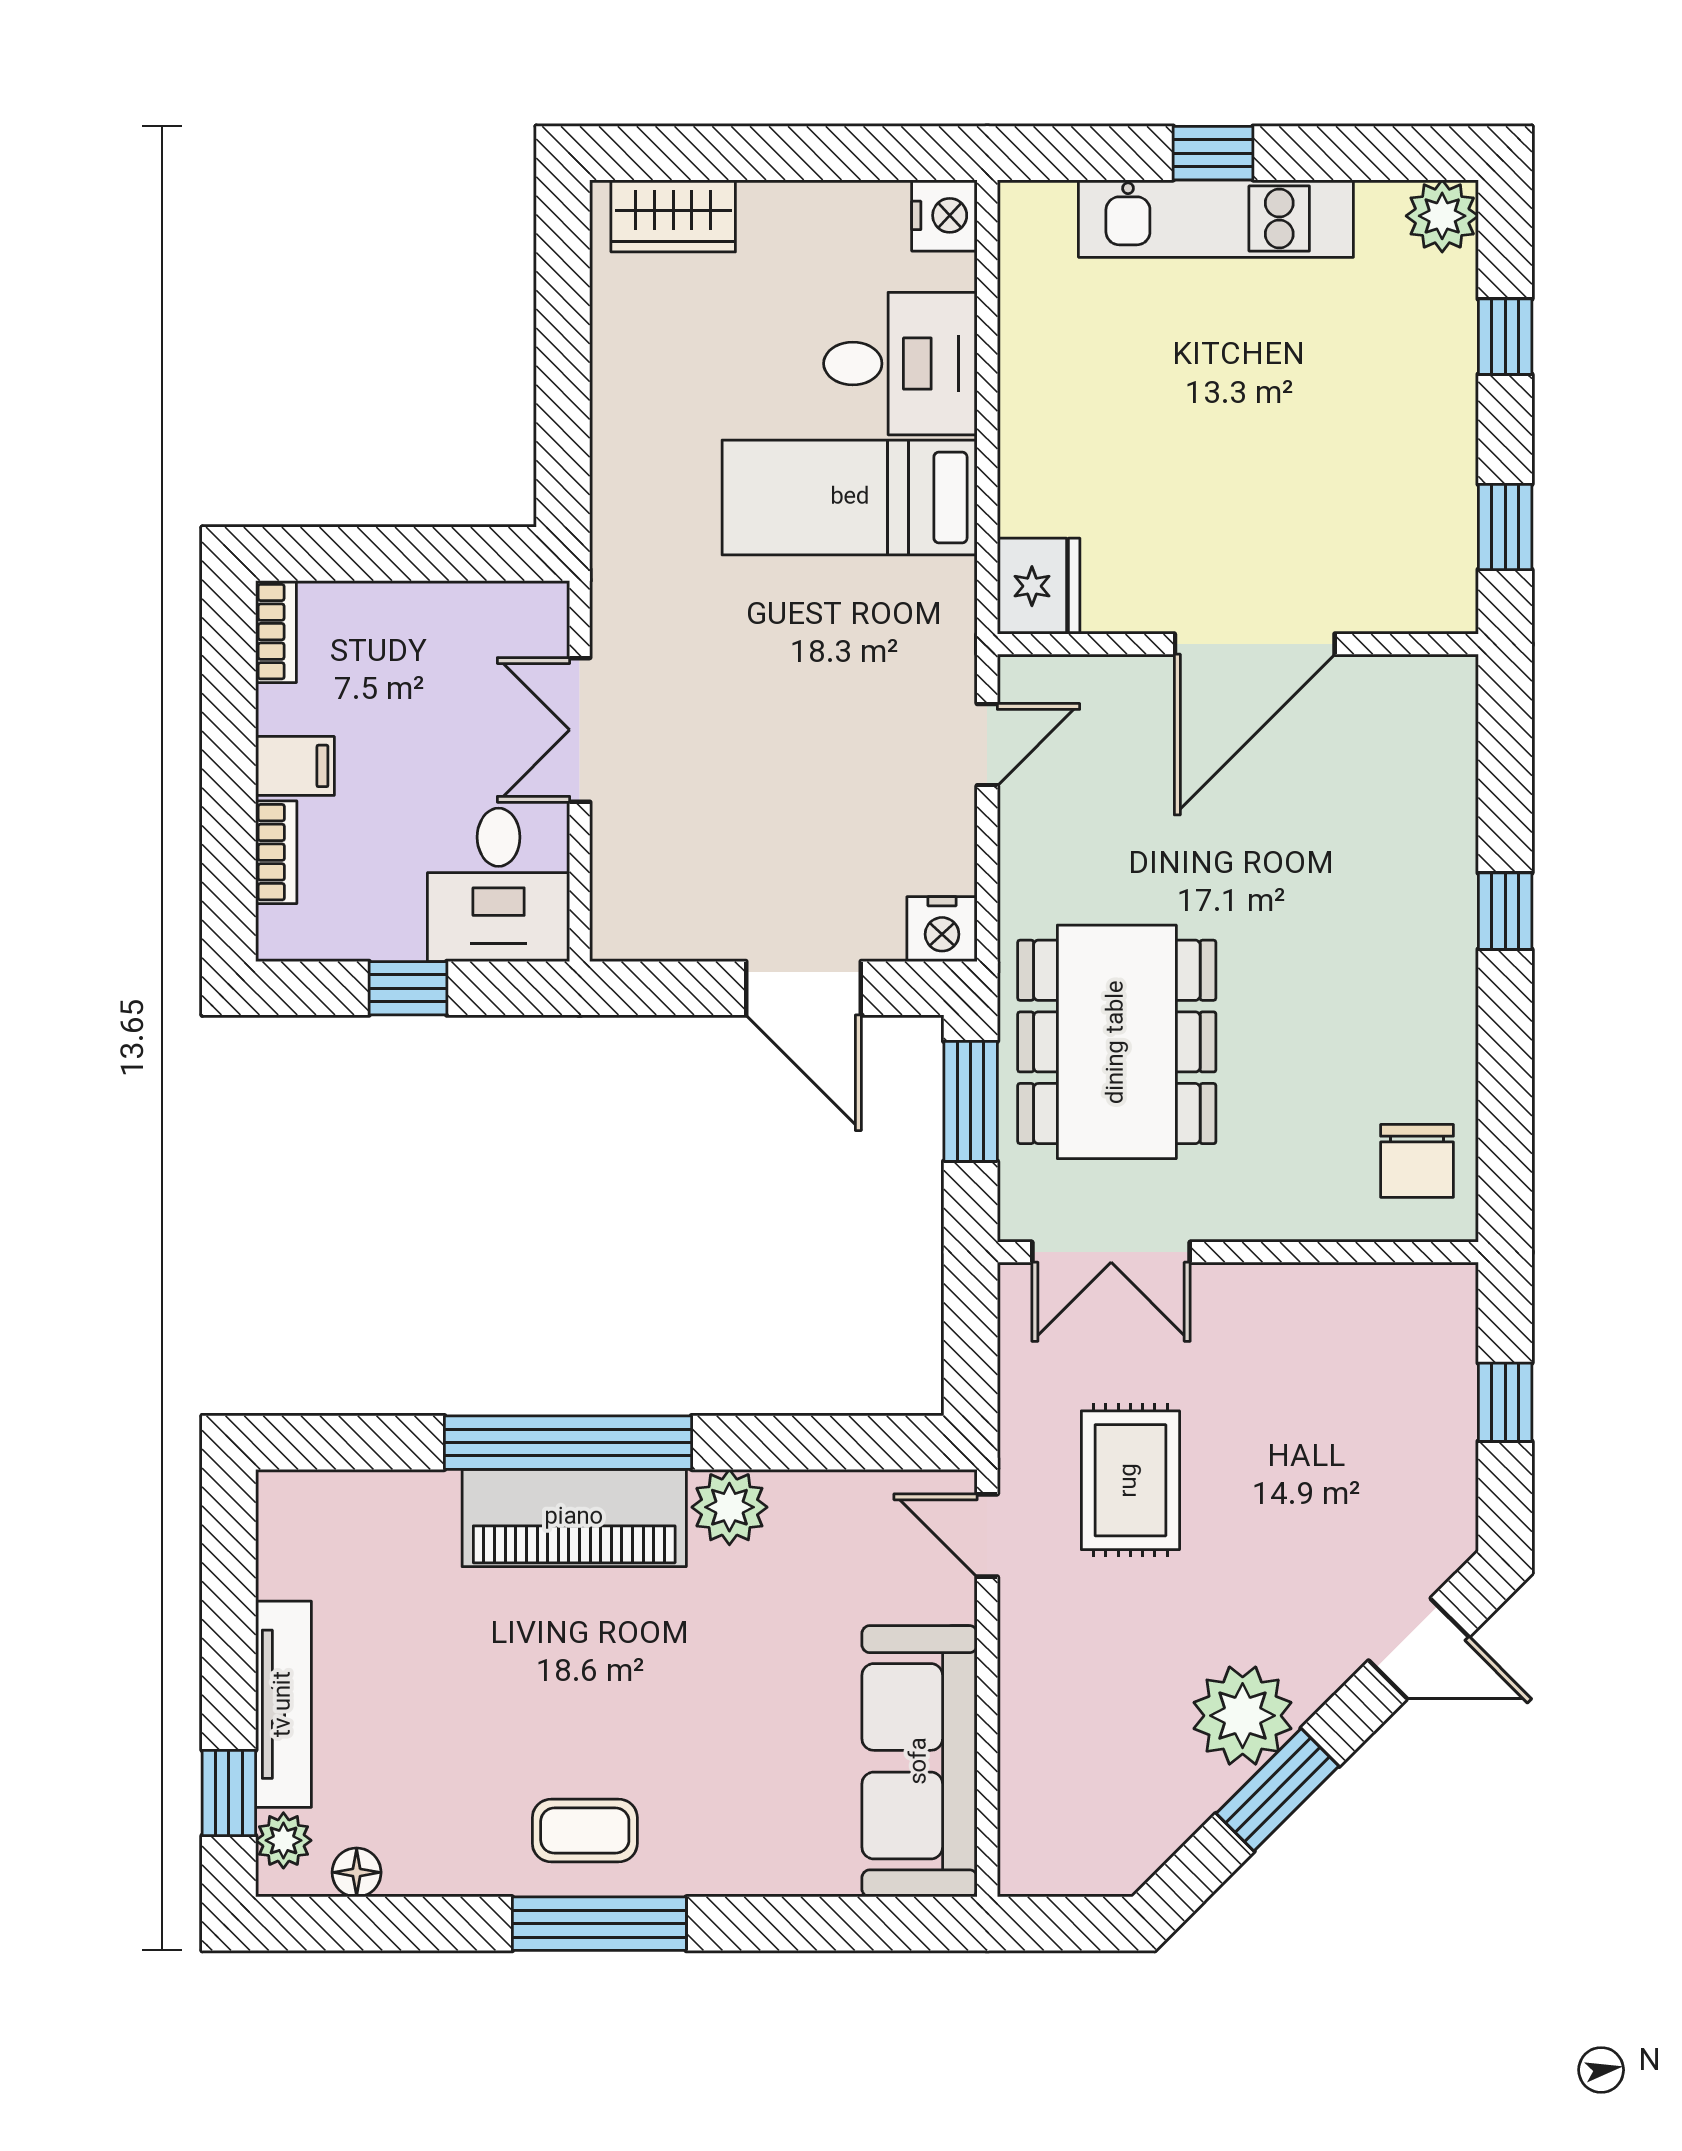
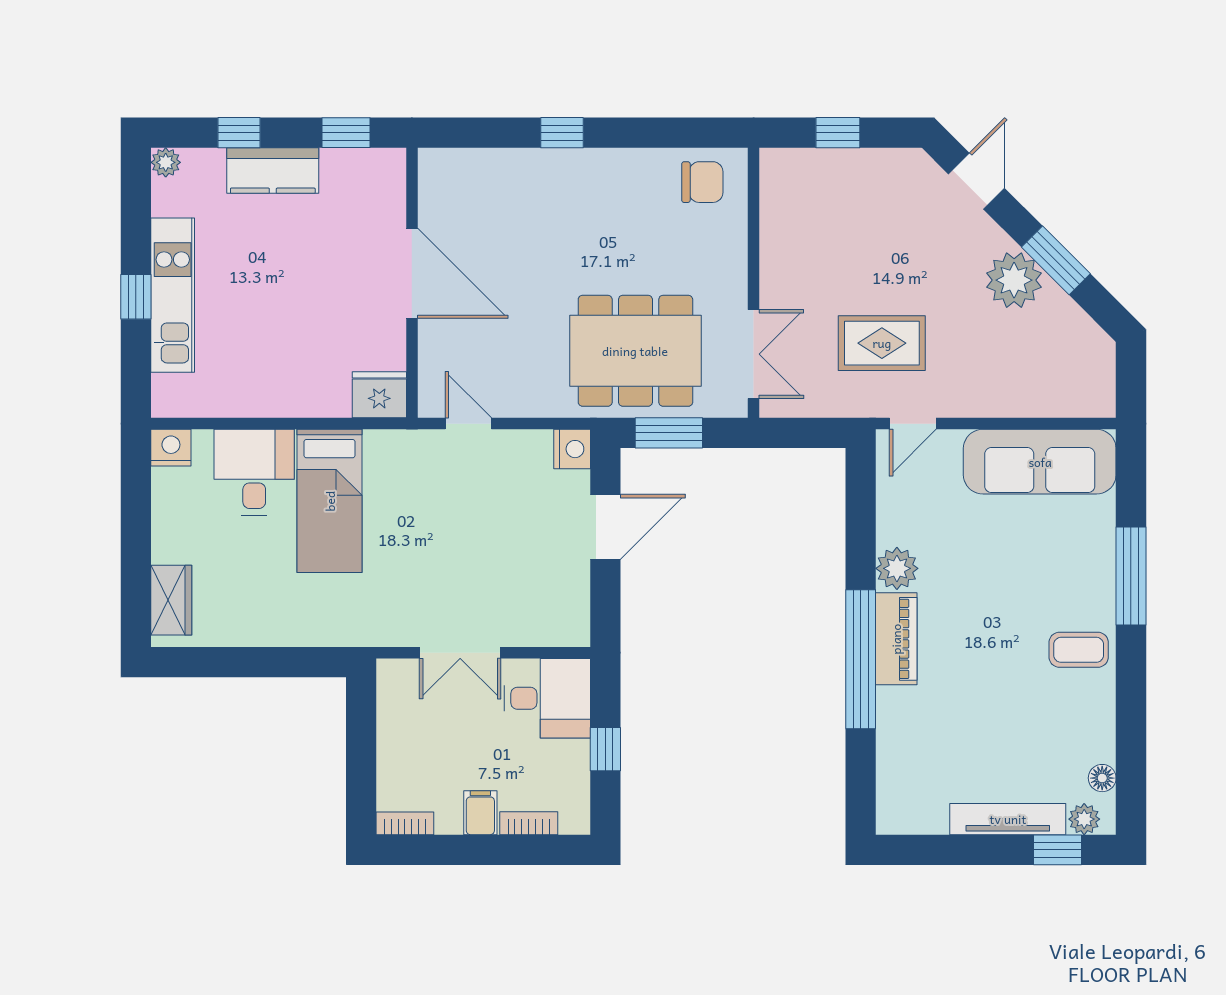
plant: (1442, 216) -> (166, 162), width x0.73, depth x0.73
kitchen counter: (1438, 397) -> (273, 171), added
piano: (574, 1518) -> (896, 639), width x0.73, depth x0.75
coffee table: (585, 1831) -> (1079, 650), turned 90
window: (599, 1924) -> (1131, 576), moved

